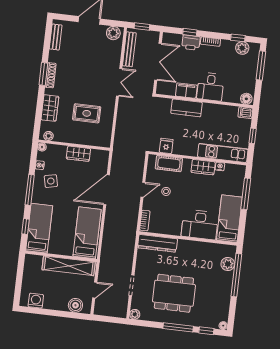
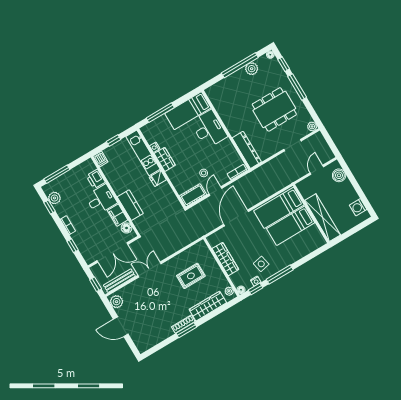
bench: (56, 37) -> (152, 342), removed
printer: (191, 42) -> (96, 179), moved, turned 180
double door: (158, 62) -> (112, 253), swing flipped
floor lamp: (246, 99) -> (127, 228), moved
wardrobe: (50, 108) -> (208, 306), width x1.50
rug: (87, 113) -> (191, 276), turned 90
fridge: (166, 146) -> (158, 178), moved
wardrobe: (78, 154) -> (225, 259), width x1.50
cot: (169, 164) -> (193, 195), moved, turned 90
door: (106, 190) -> (236, 218), swing flipped
door: (143, 190) -> (215, 191), hinge flipped
window: (25, 226) -> (256, 289), moved
bed: (39, 228) -> (291, 226), moved
plant: (228, 264) -> (252, 69), moved
shelving: (69, 266) -> (323, 218), moved
window: (236, 275) -> (240, 65), moved
door: (95, 290) -> (317, 170), hinge flipped
dining table: (174, 293) -> (274, 109), turned 90

